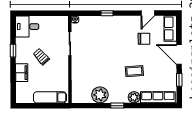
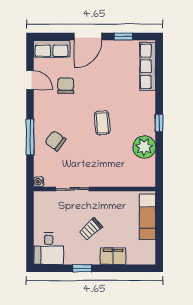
window: (107, 13) -> (30, 137), width x2.17
chair: (104, 31) -> (55, 141), added
coffee table: (134, 71) -> (102, 123), moved
plant: (134, 97) -> (148, 100), removed

